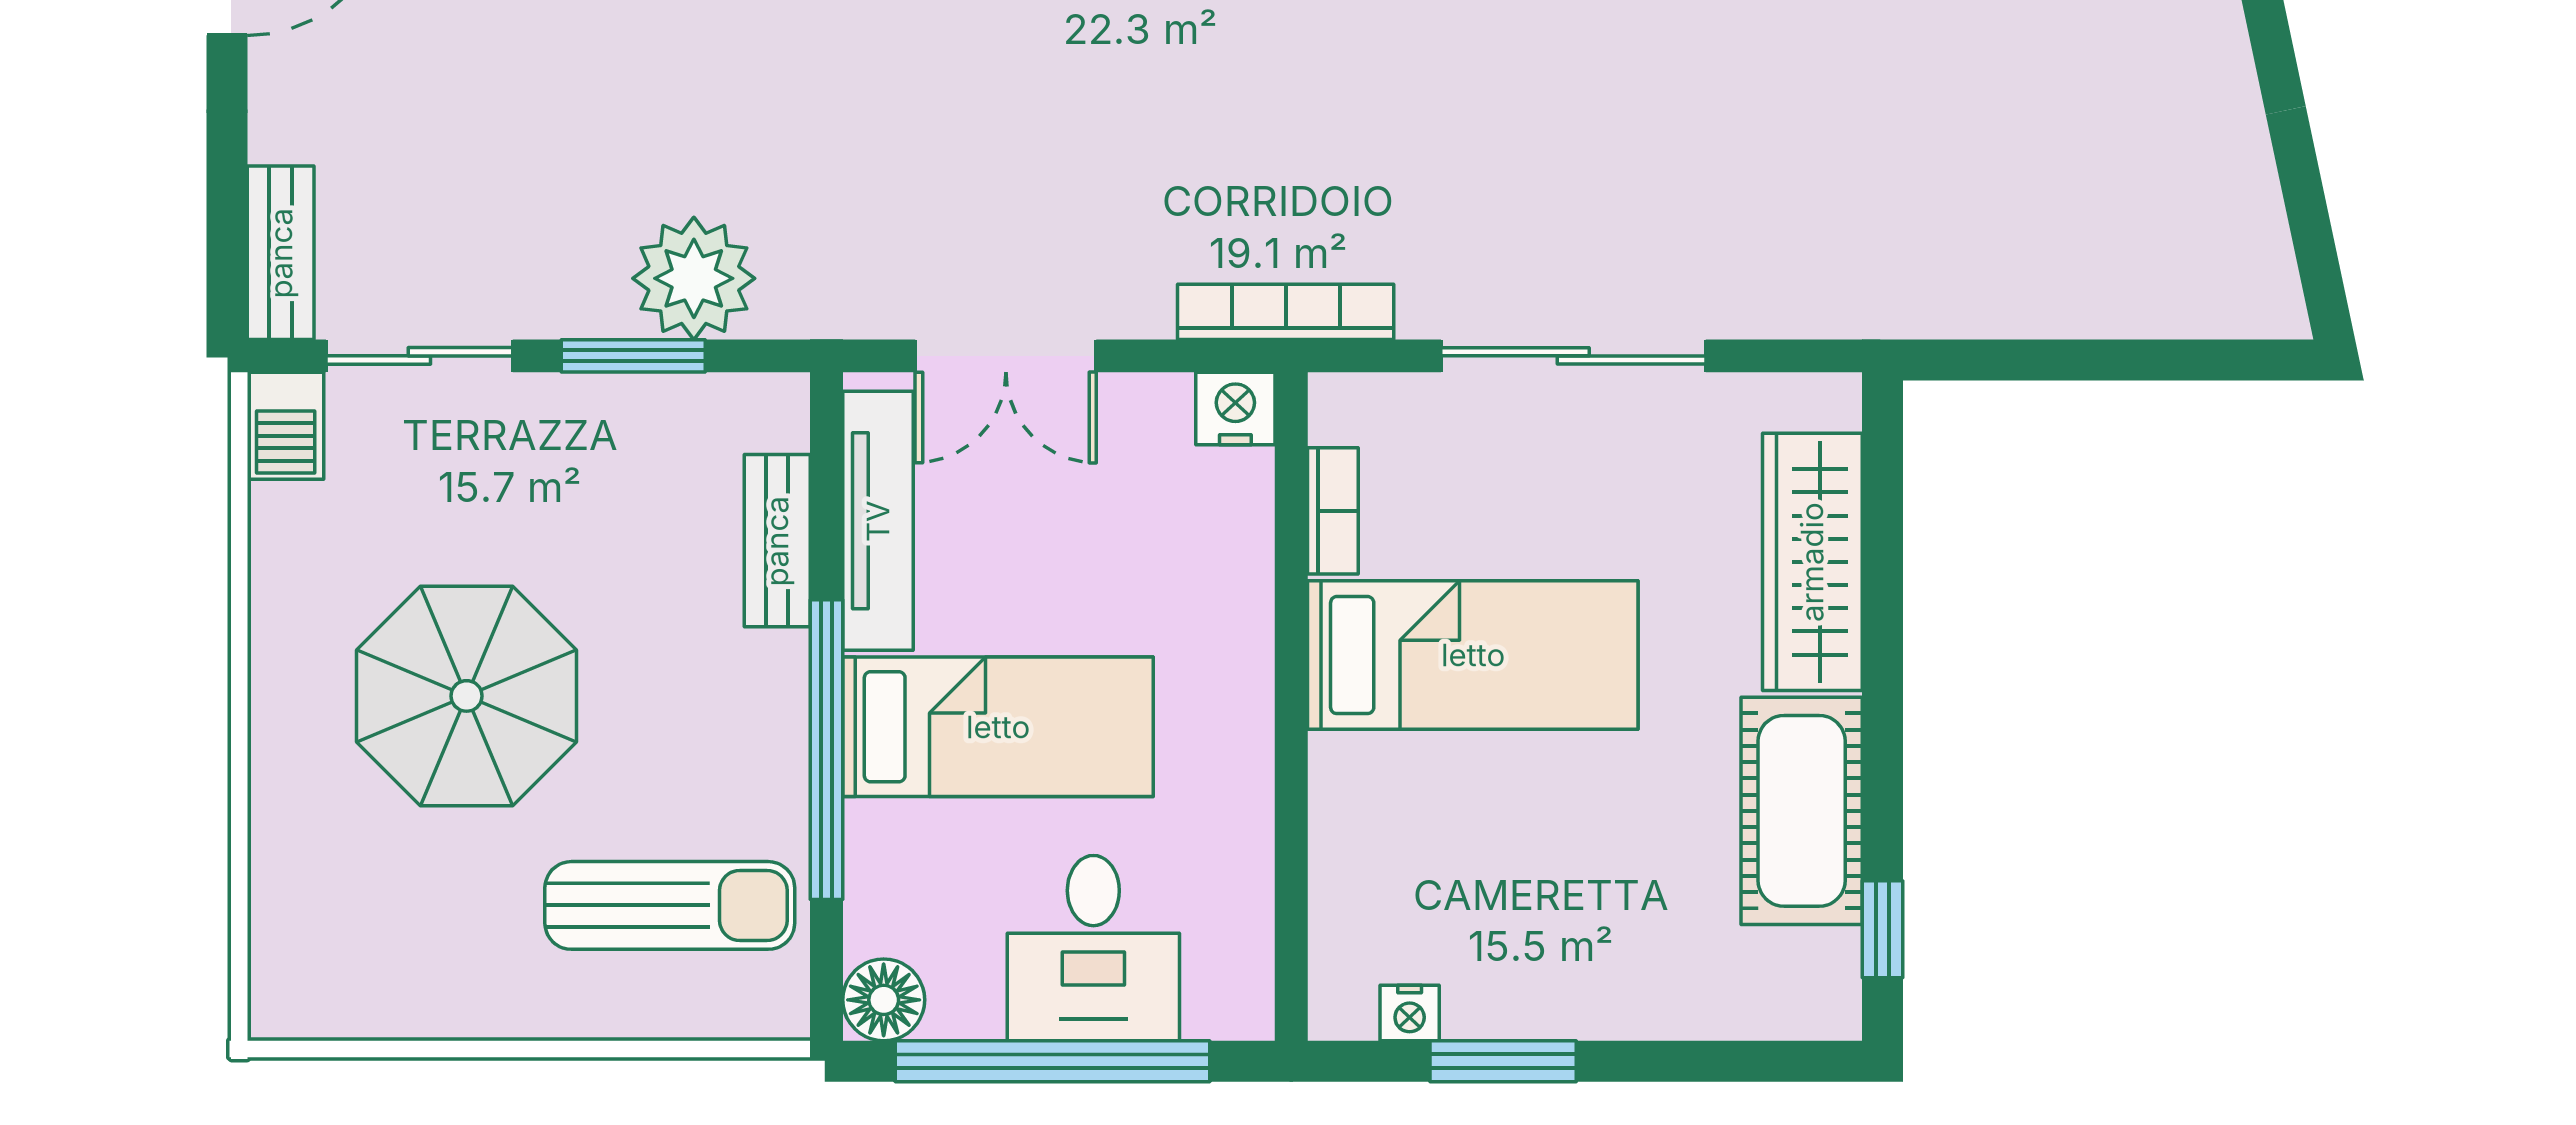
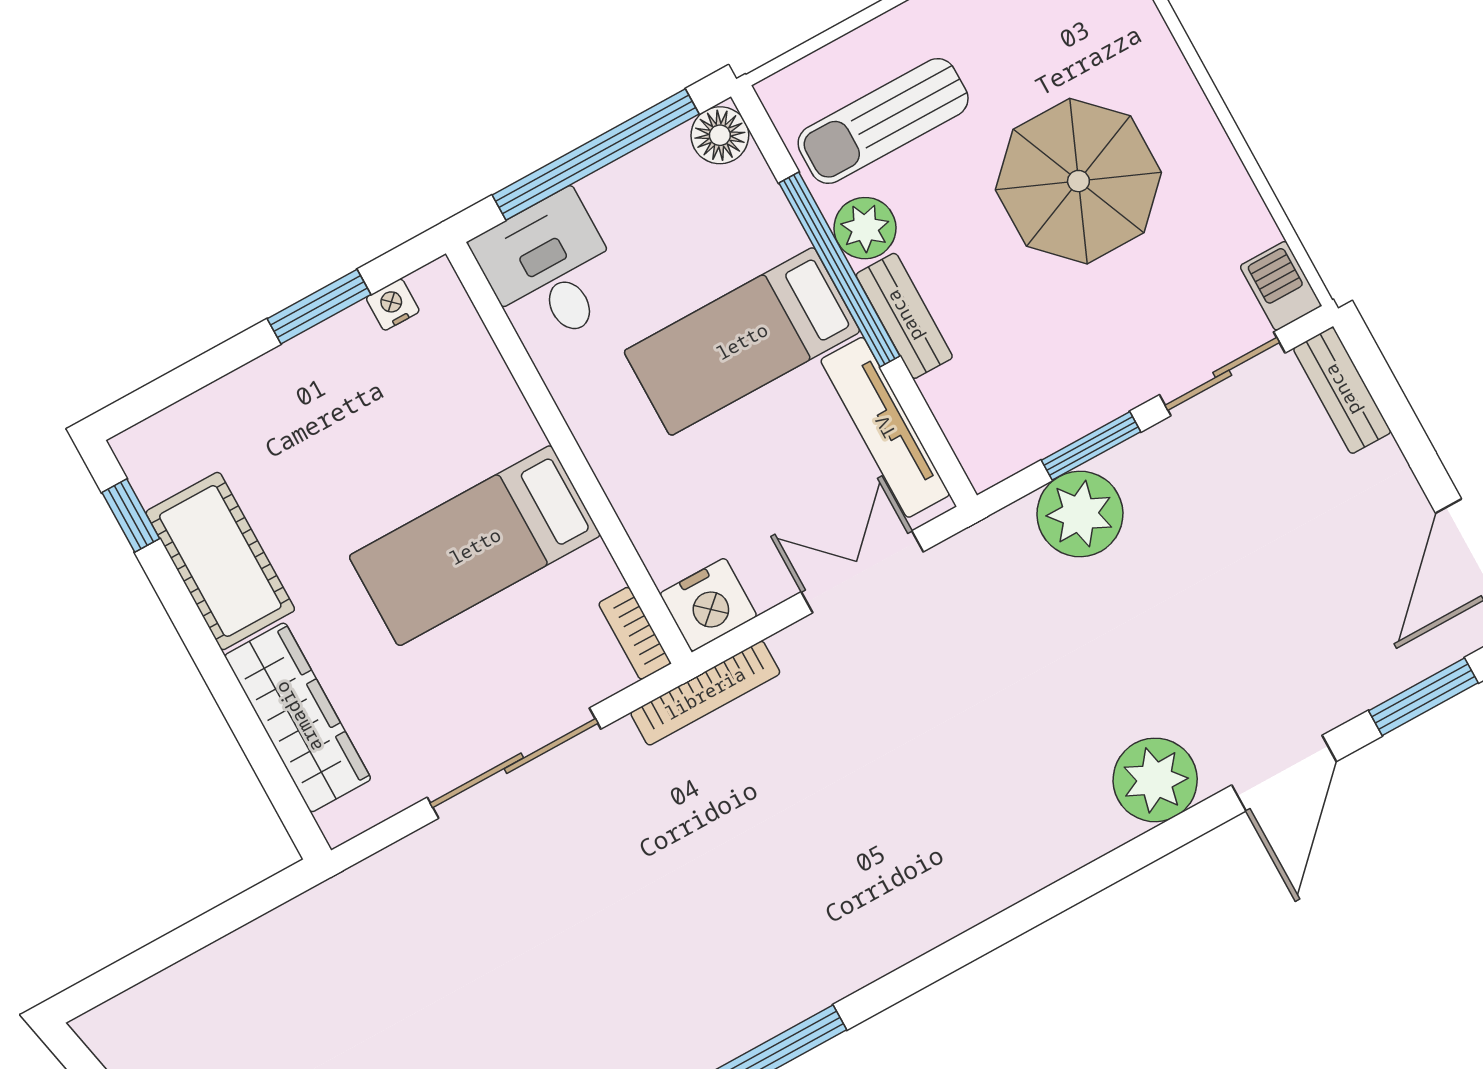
nightstand: (1235, 409) -> (708, 605), width x1.36, depth x1.33
bookcase: (1333, 511) -> (635, 633), moved
bench: (777, 541) -> (904, 316), moved
plant: (766, 784) -> (865, 228), added
desk: (1093, 948) -> (550, 270), moved

